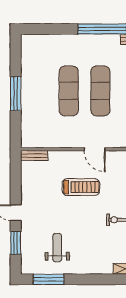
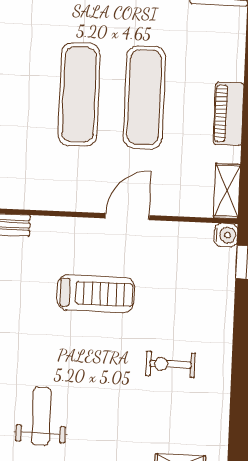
door: (95, 149) -> (127, 217), swing flipped

